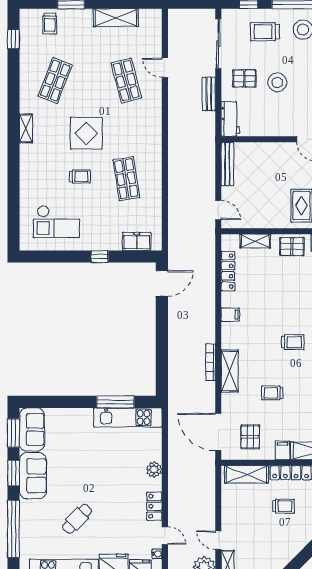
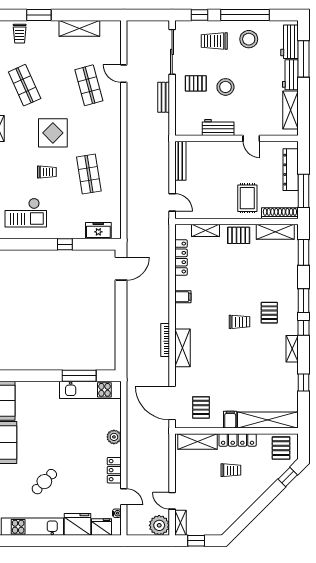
shop shelf: (55, 81) -> (25, 85), turned -45
workbench: (230, 119) -> (218, 128), moved, turned -90
trolley: (272, 393) -> (221, 368), removed

